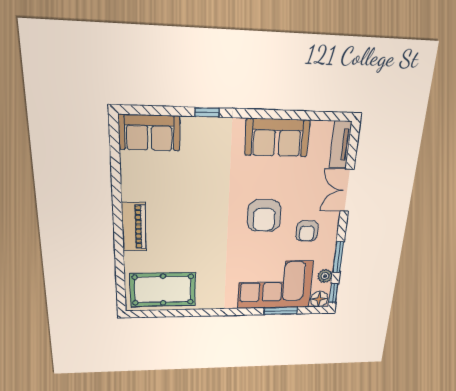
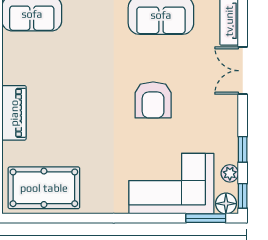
armchair: (307, 231) -> (203, 118), removed
window: (338, 257) -> (243, 149), width x0.67
window: (281, 311) -> (206, 218), moved

